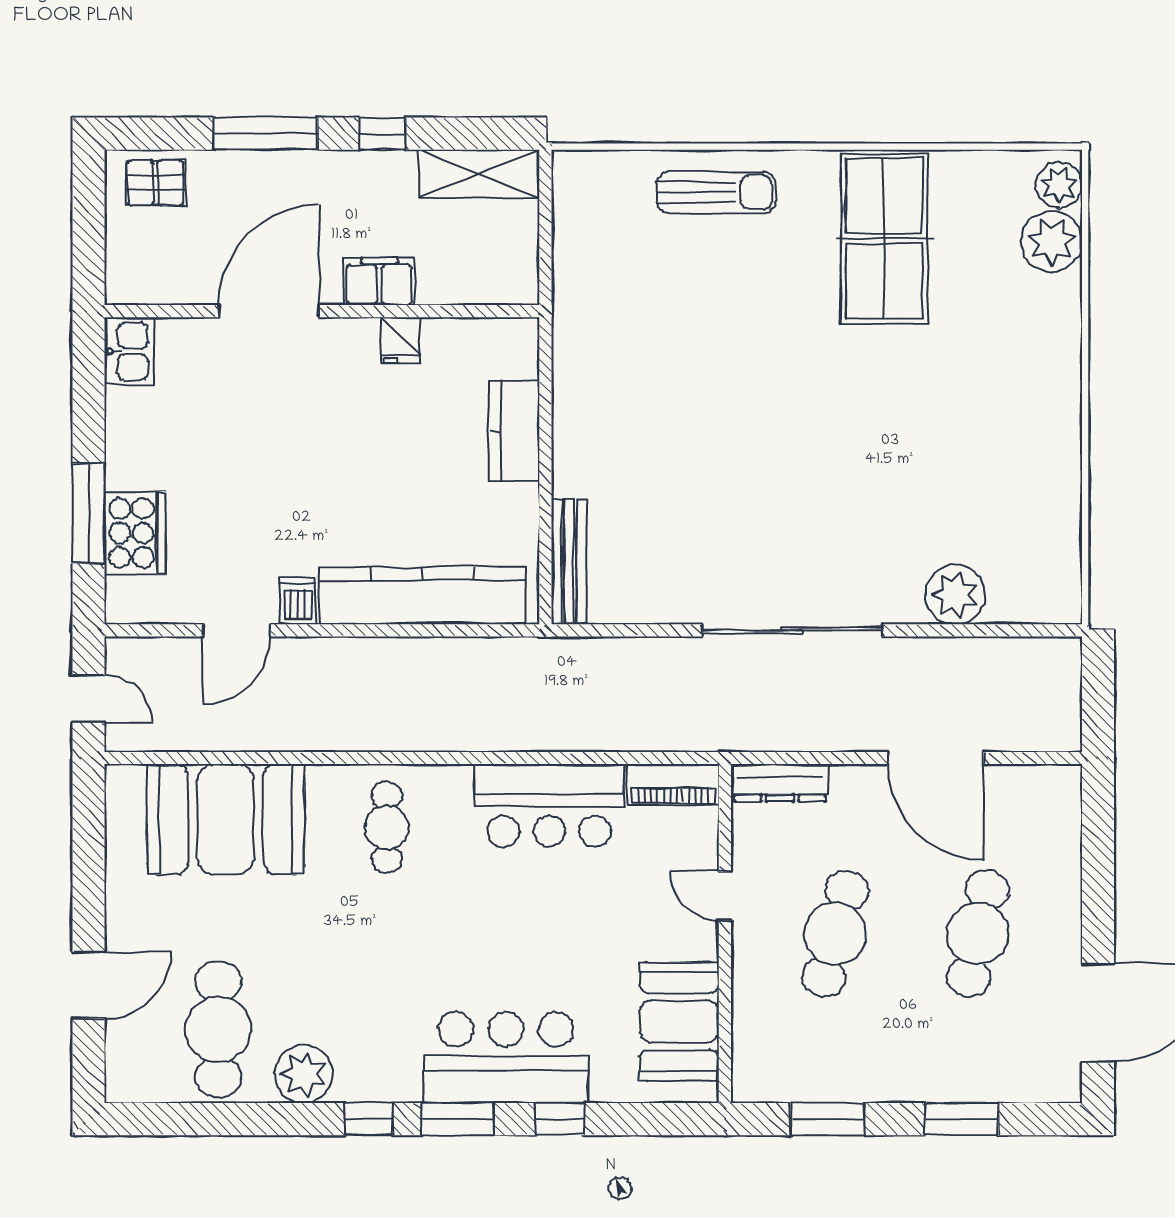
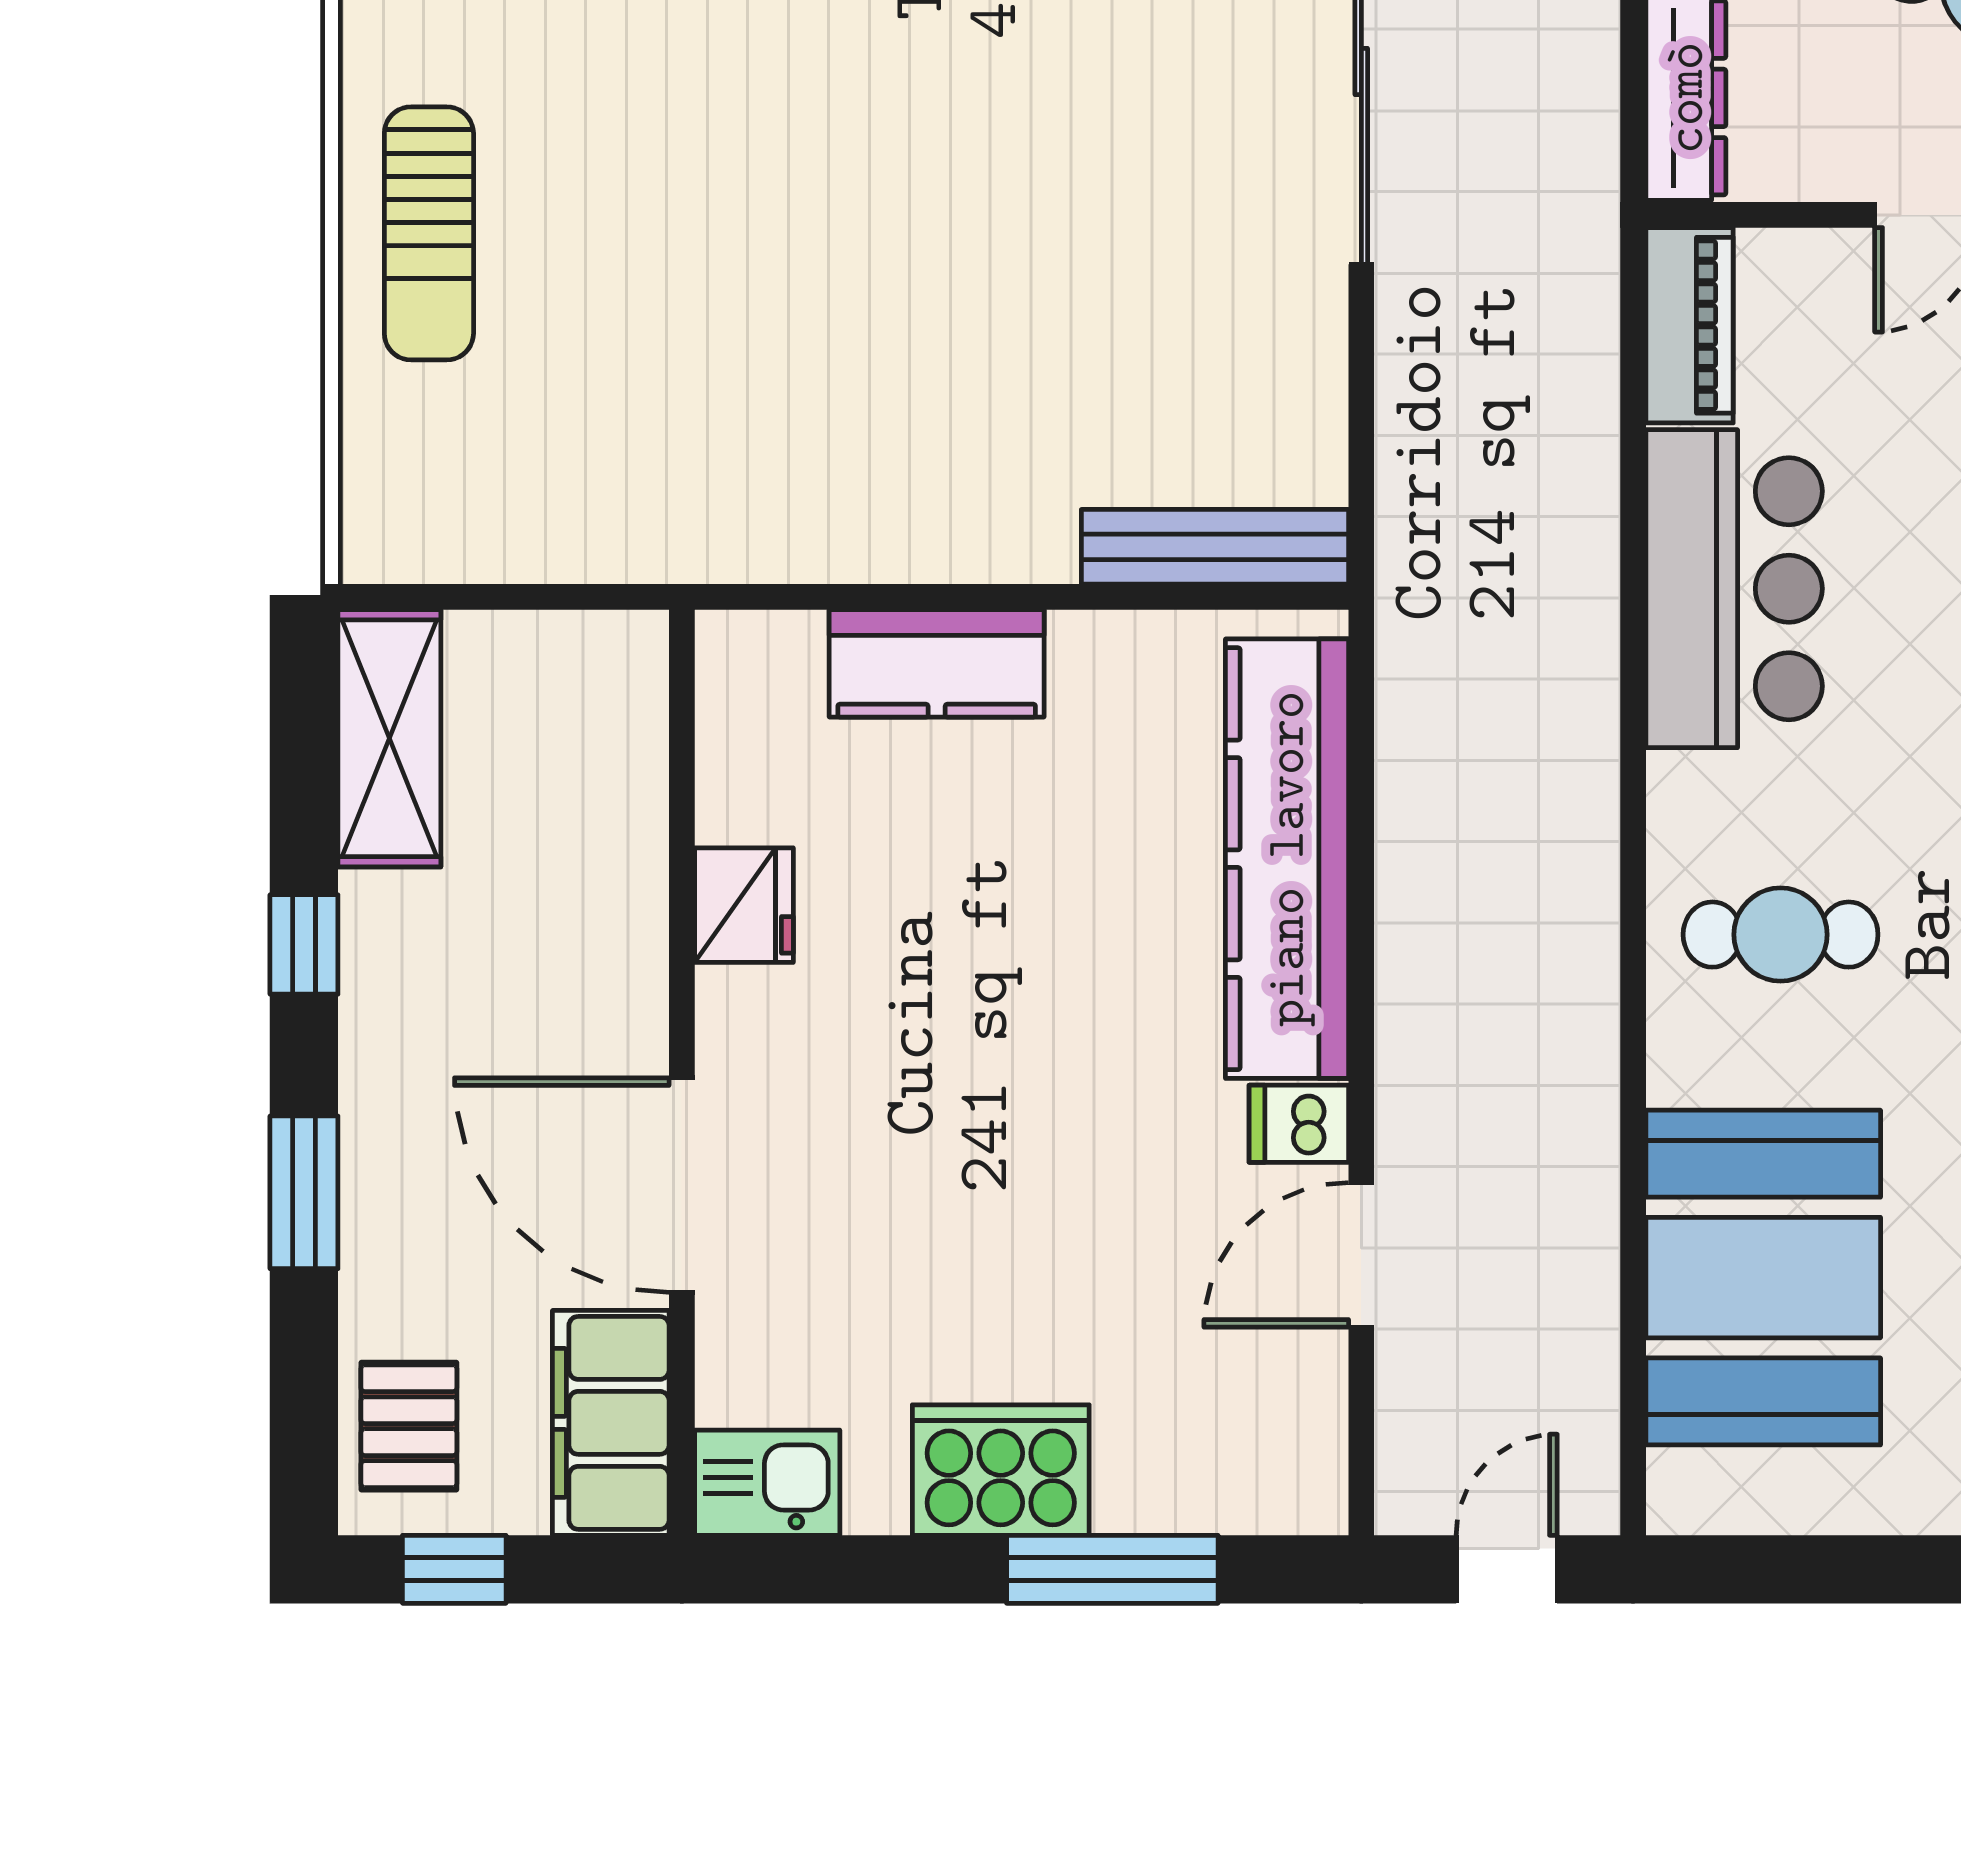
window: (266, 134) -> (304, 1192), width x0.69
sun lounger: (716, 192) -> (429, 233), turned 180
window: (89, 204) -> (454, 1569), added
filing cabinet: (379, 282) -> (611, 1423), moved, width x1.50, depth x1.17
fridge: (401, 340) -> (744, 905), width x1.38
cooker: (135, 533) -> (1001, 1470), moved
door: (236, 630) -> (1361, 1255), swing flipped

